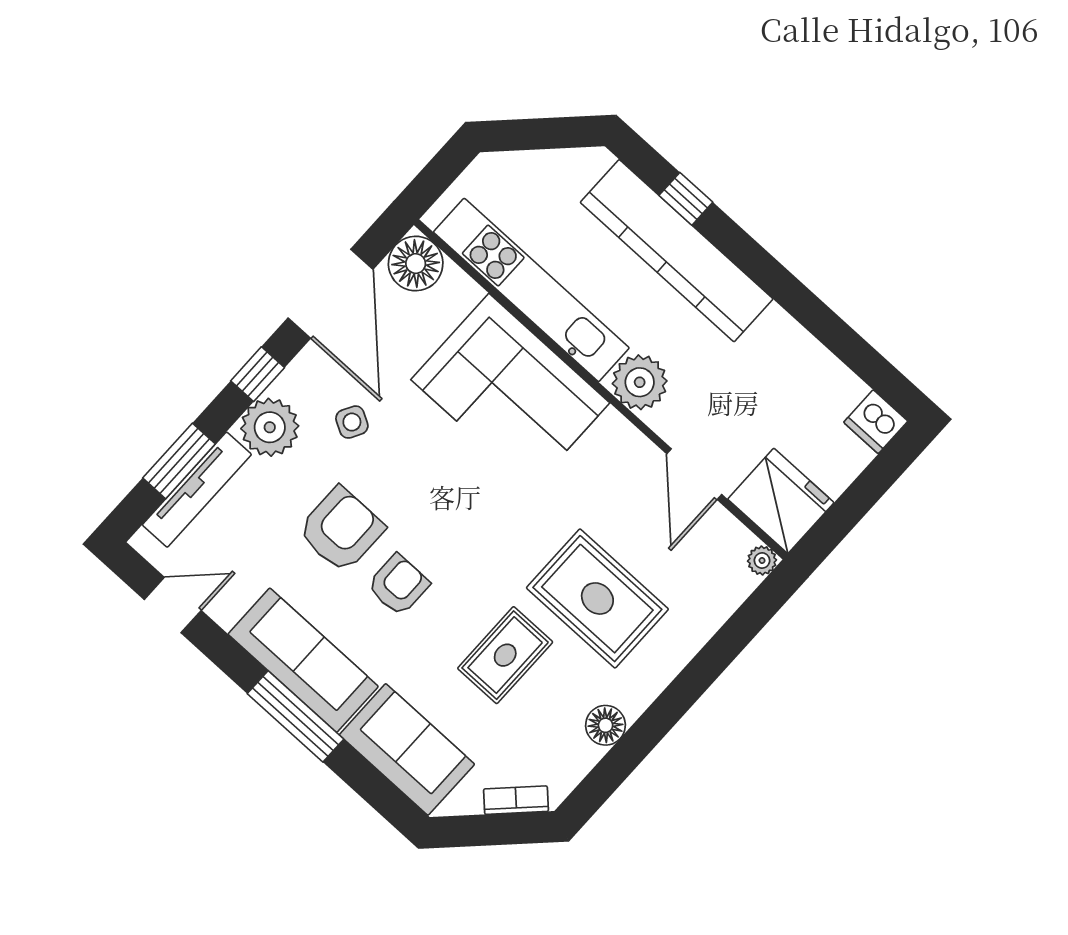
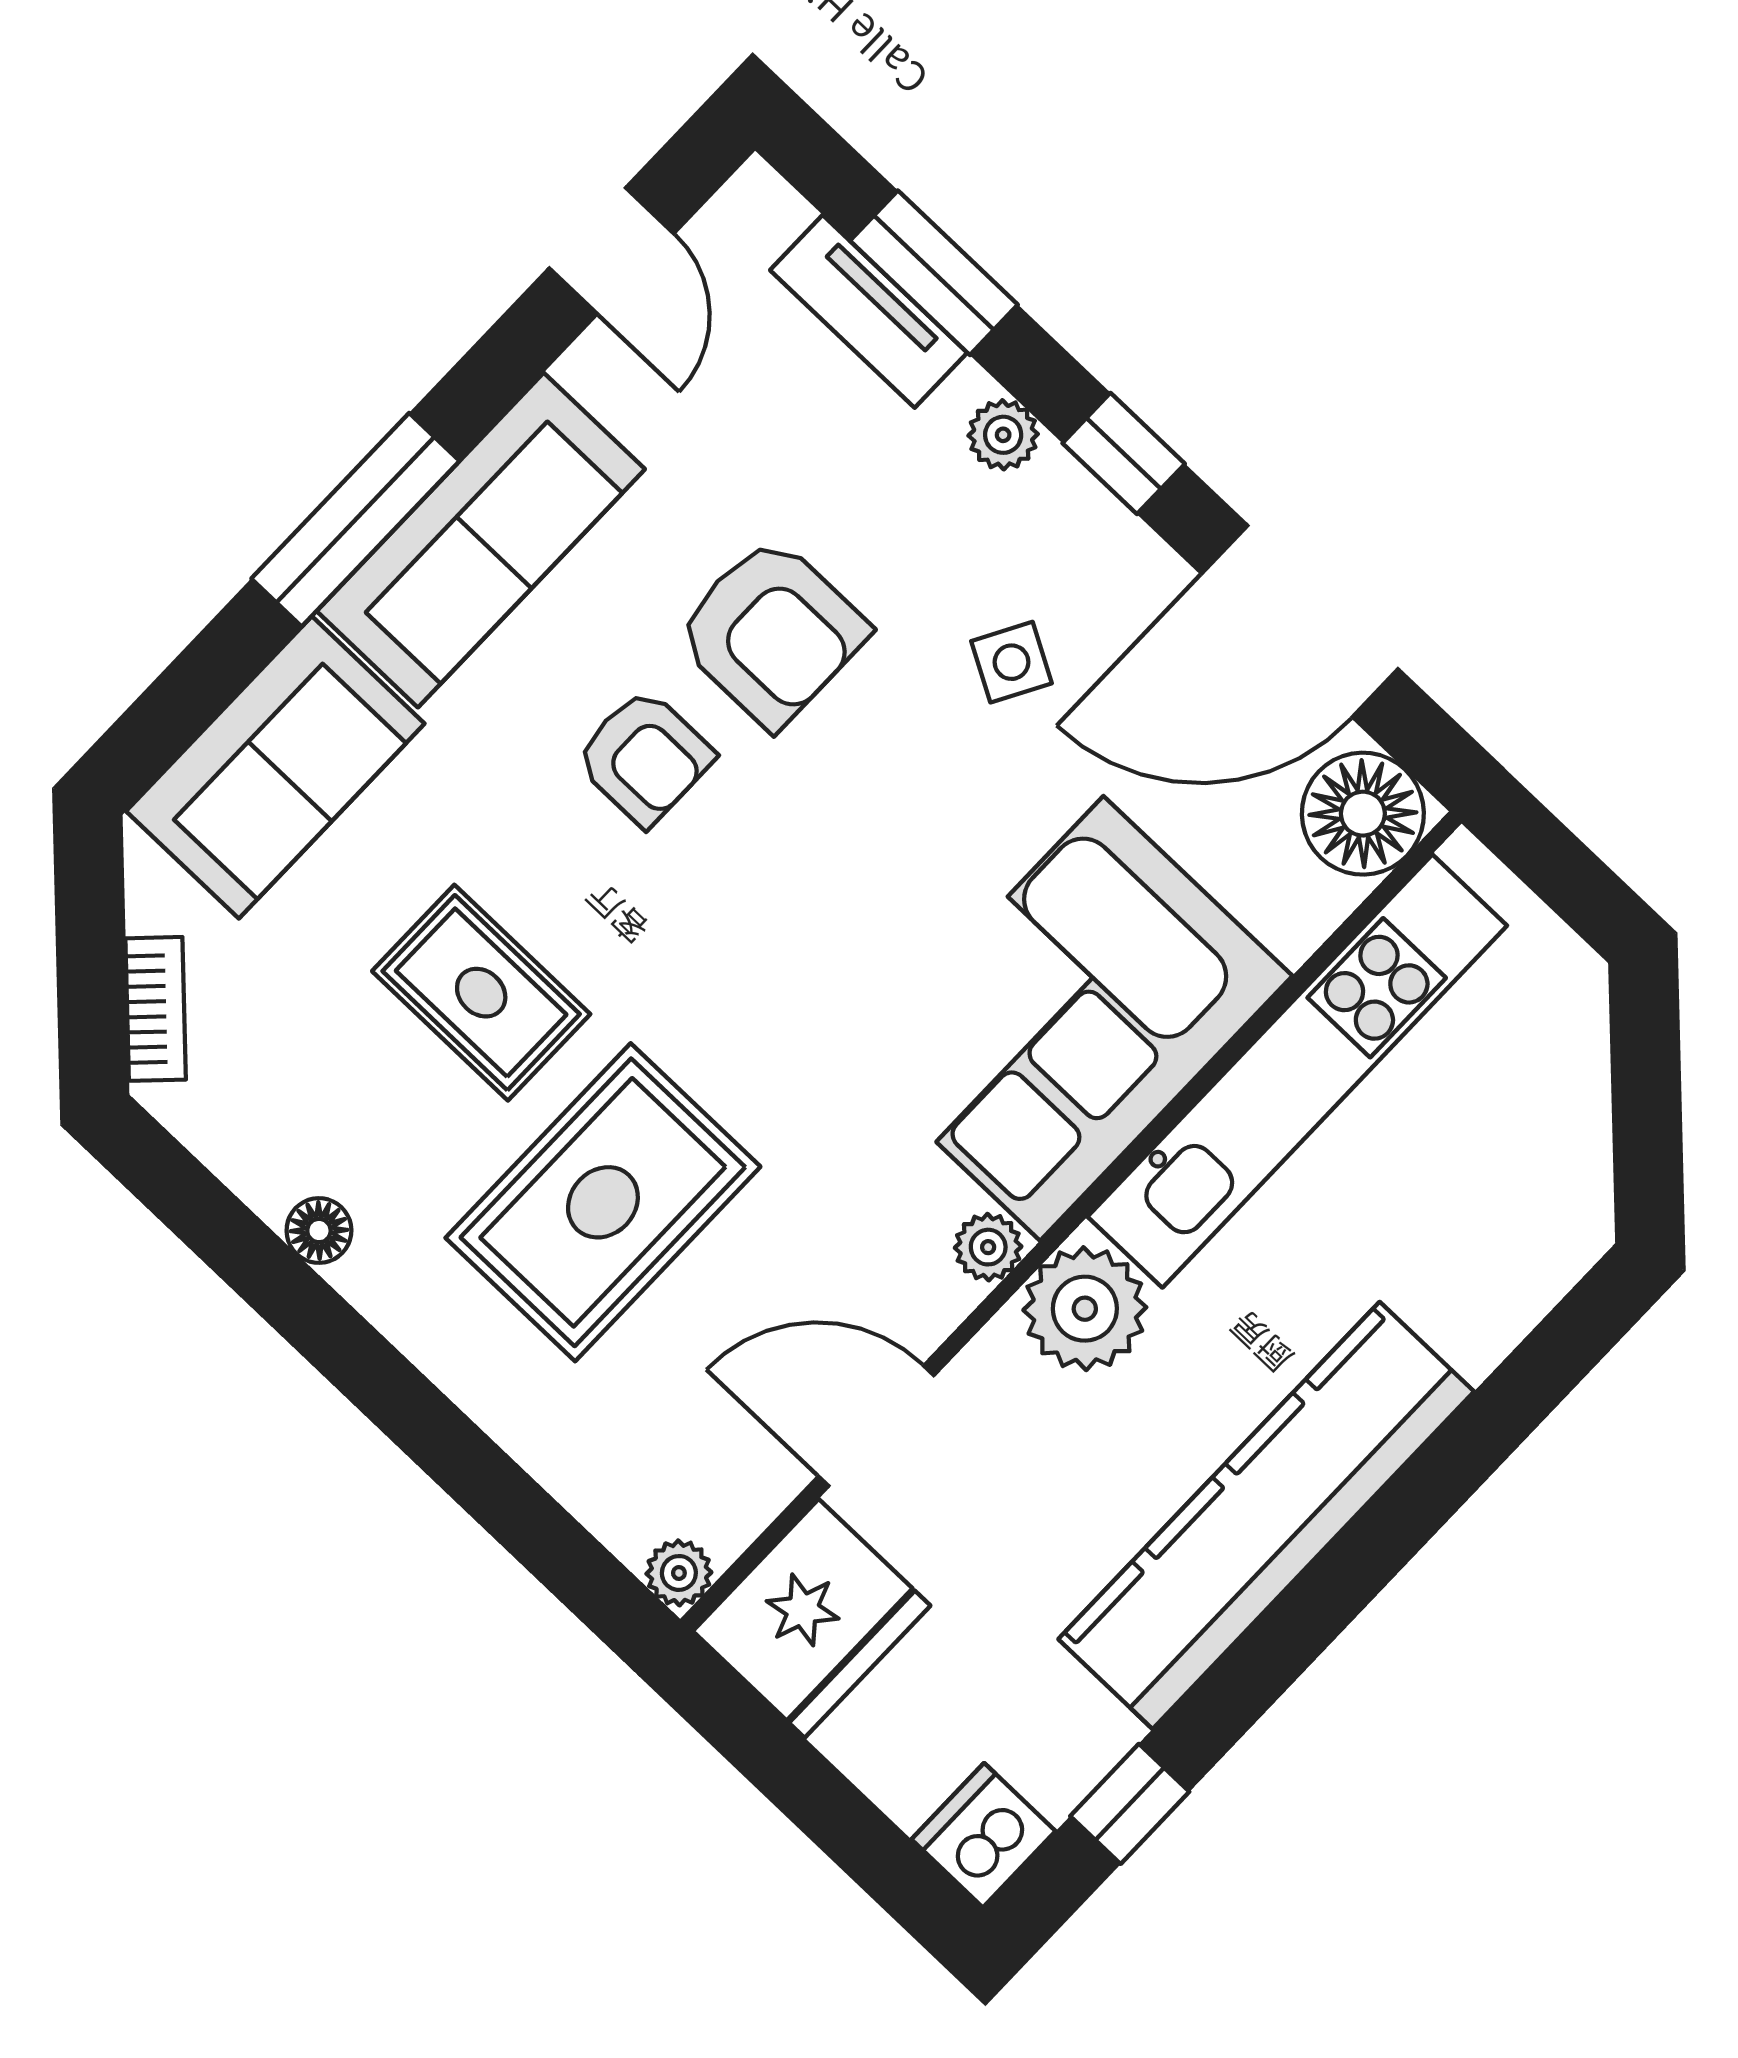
window: (686, 199) -> (1130, 1804), moved
kitchen counter: (677, 251) -> (1266, 1515), moved
plant: (613, 426) -> (988, 1247), added
plant: (270, 427) -> (1003, 435), width x0.53, depth x0.53
tv unit: (197, 490) -> (869, 311), width x0.71
floor lamp: (606, 725) -> (319, 1231), width x0.73, depth x0.73

